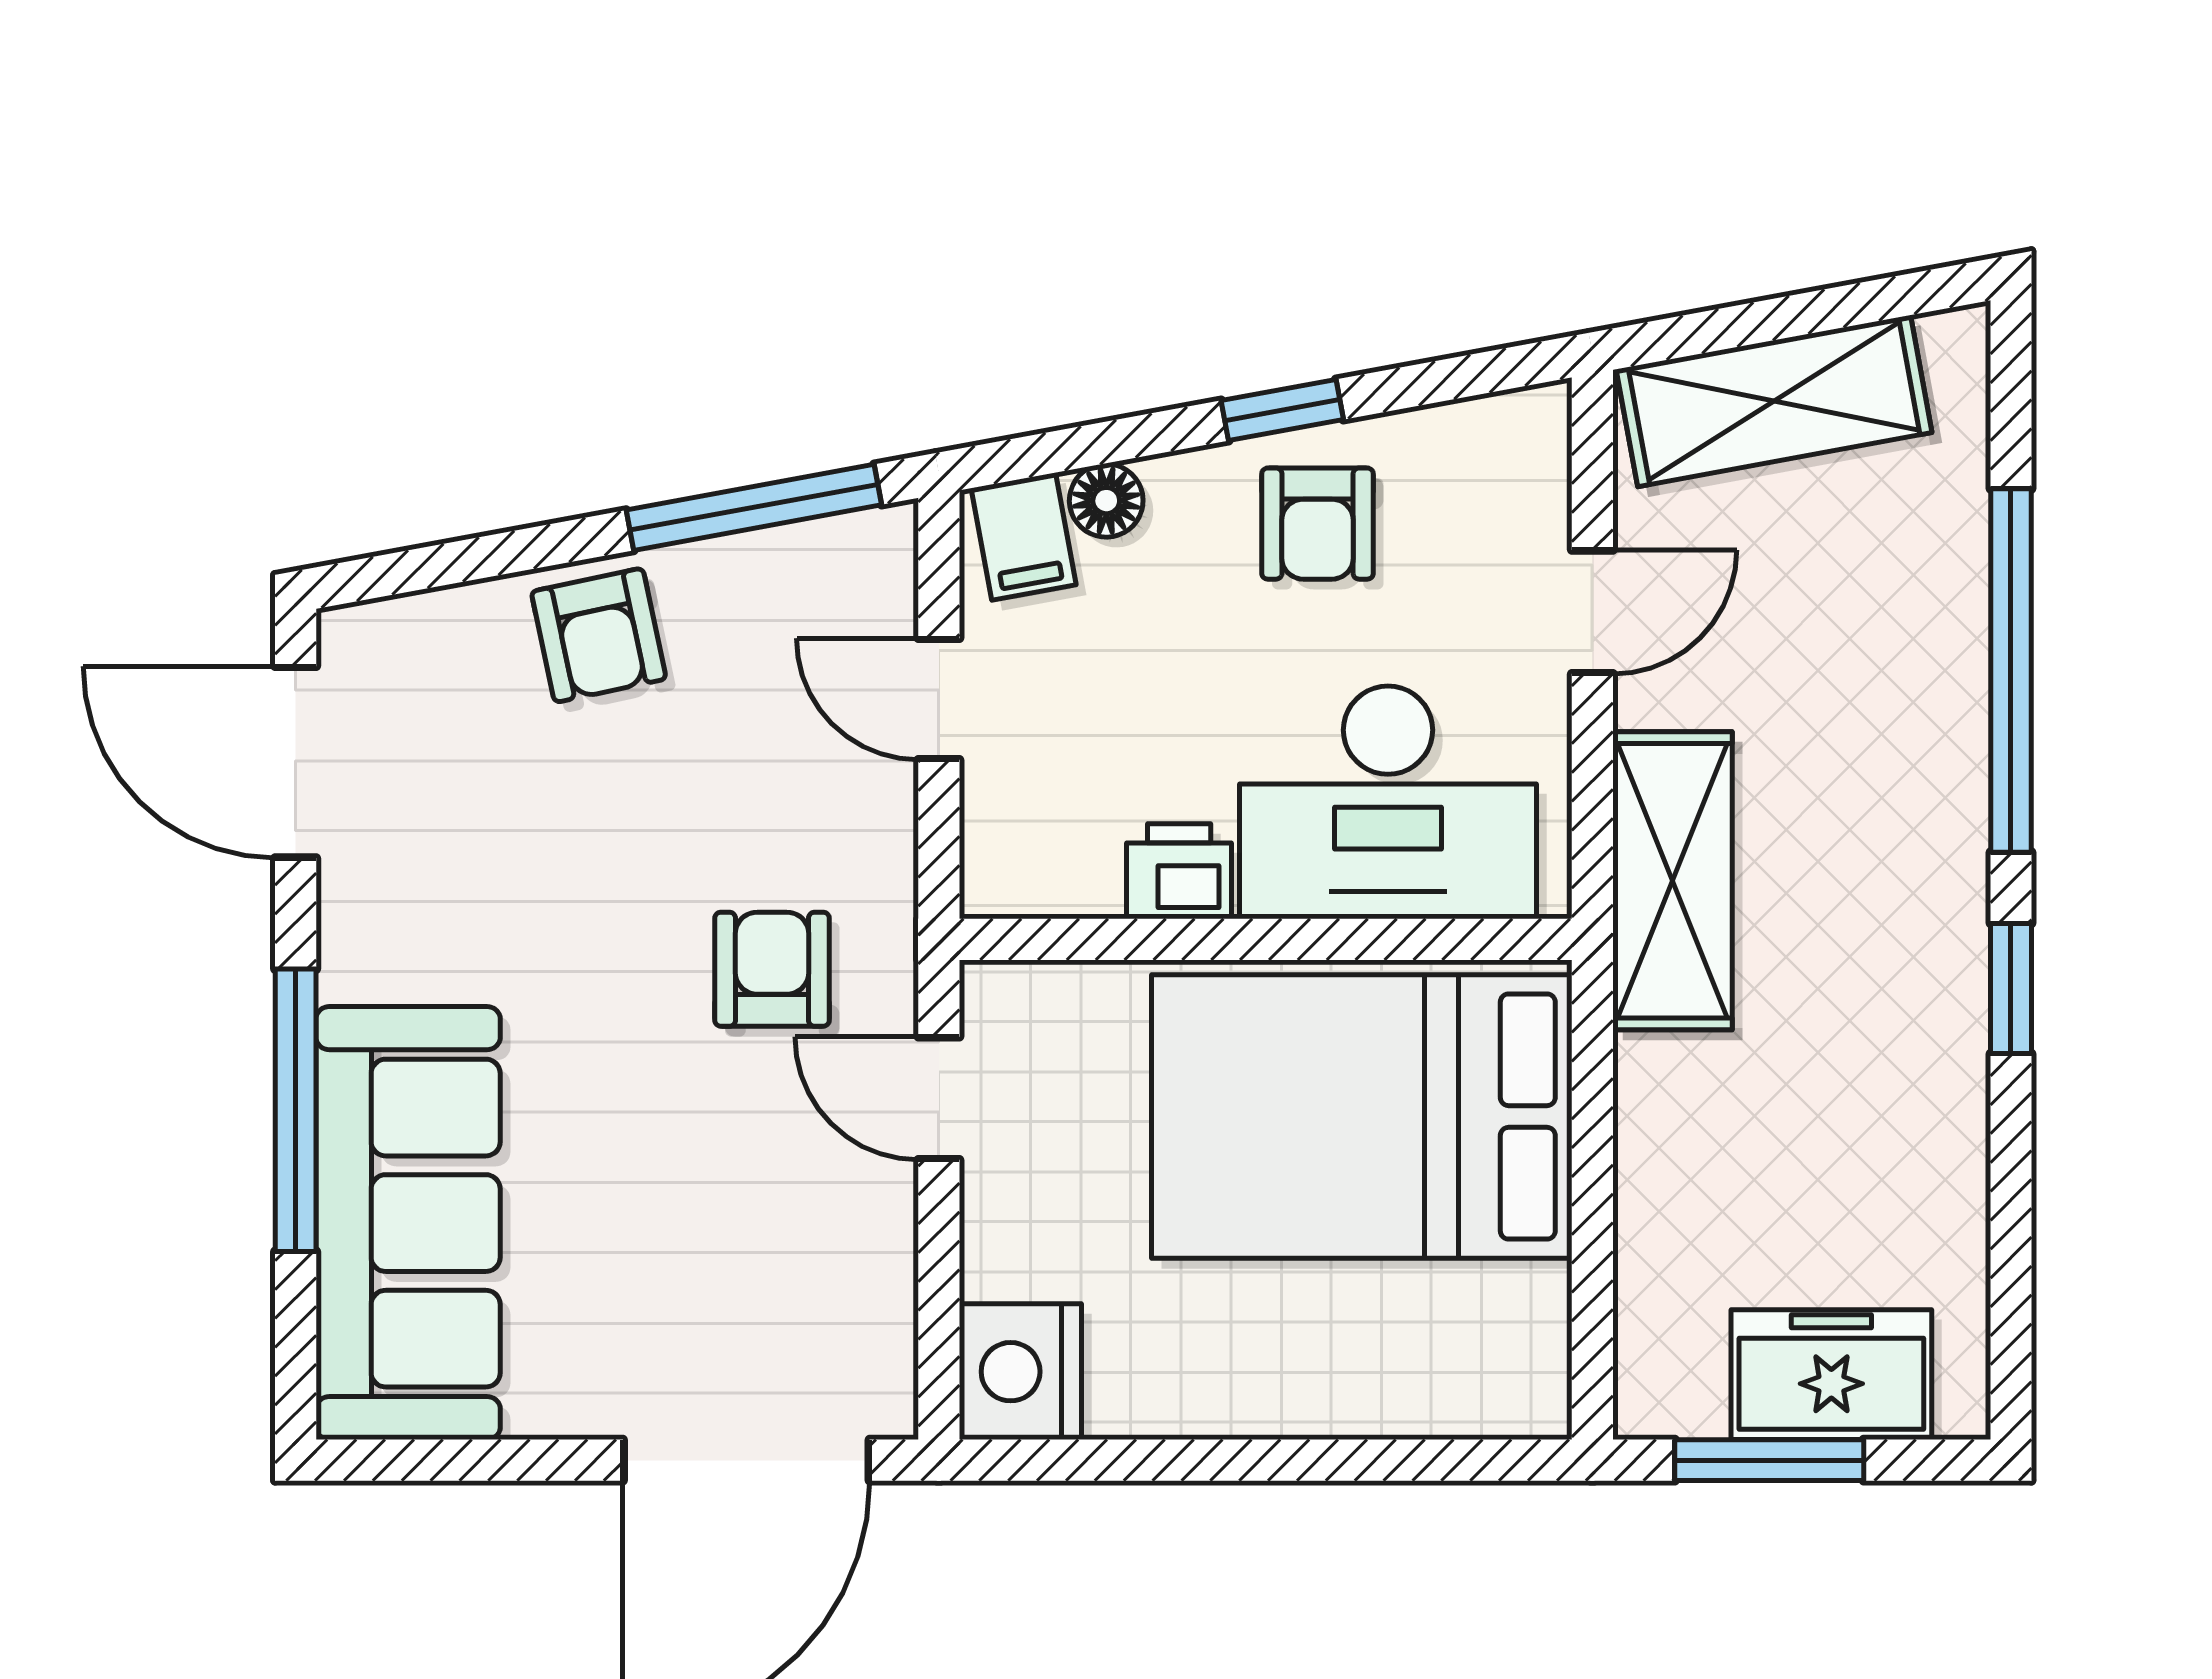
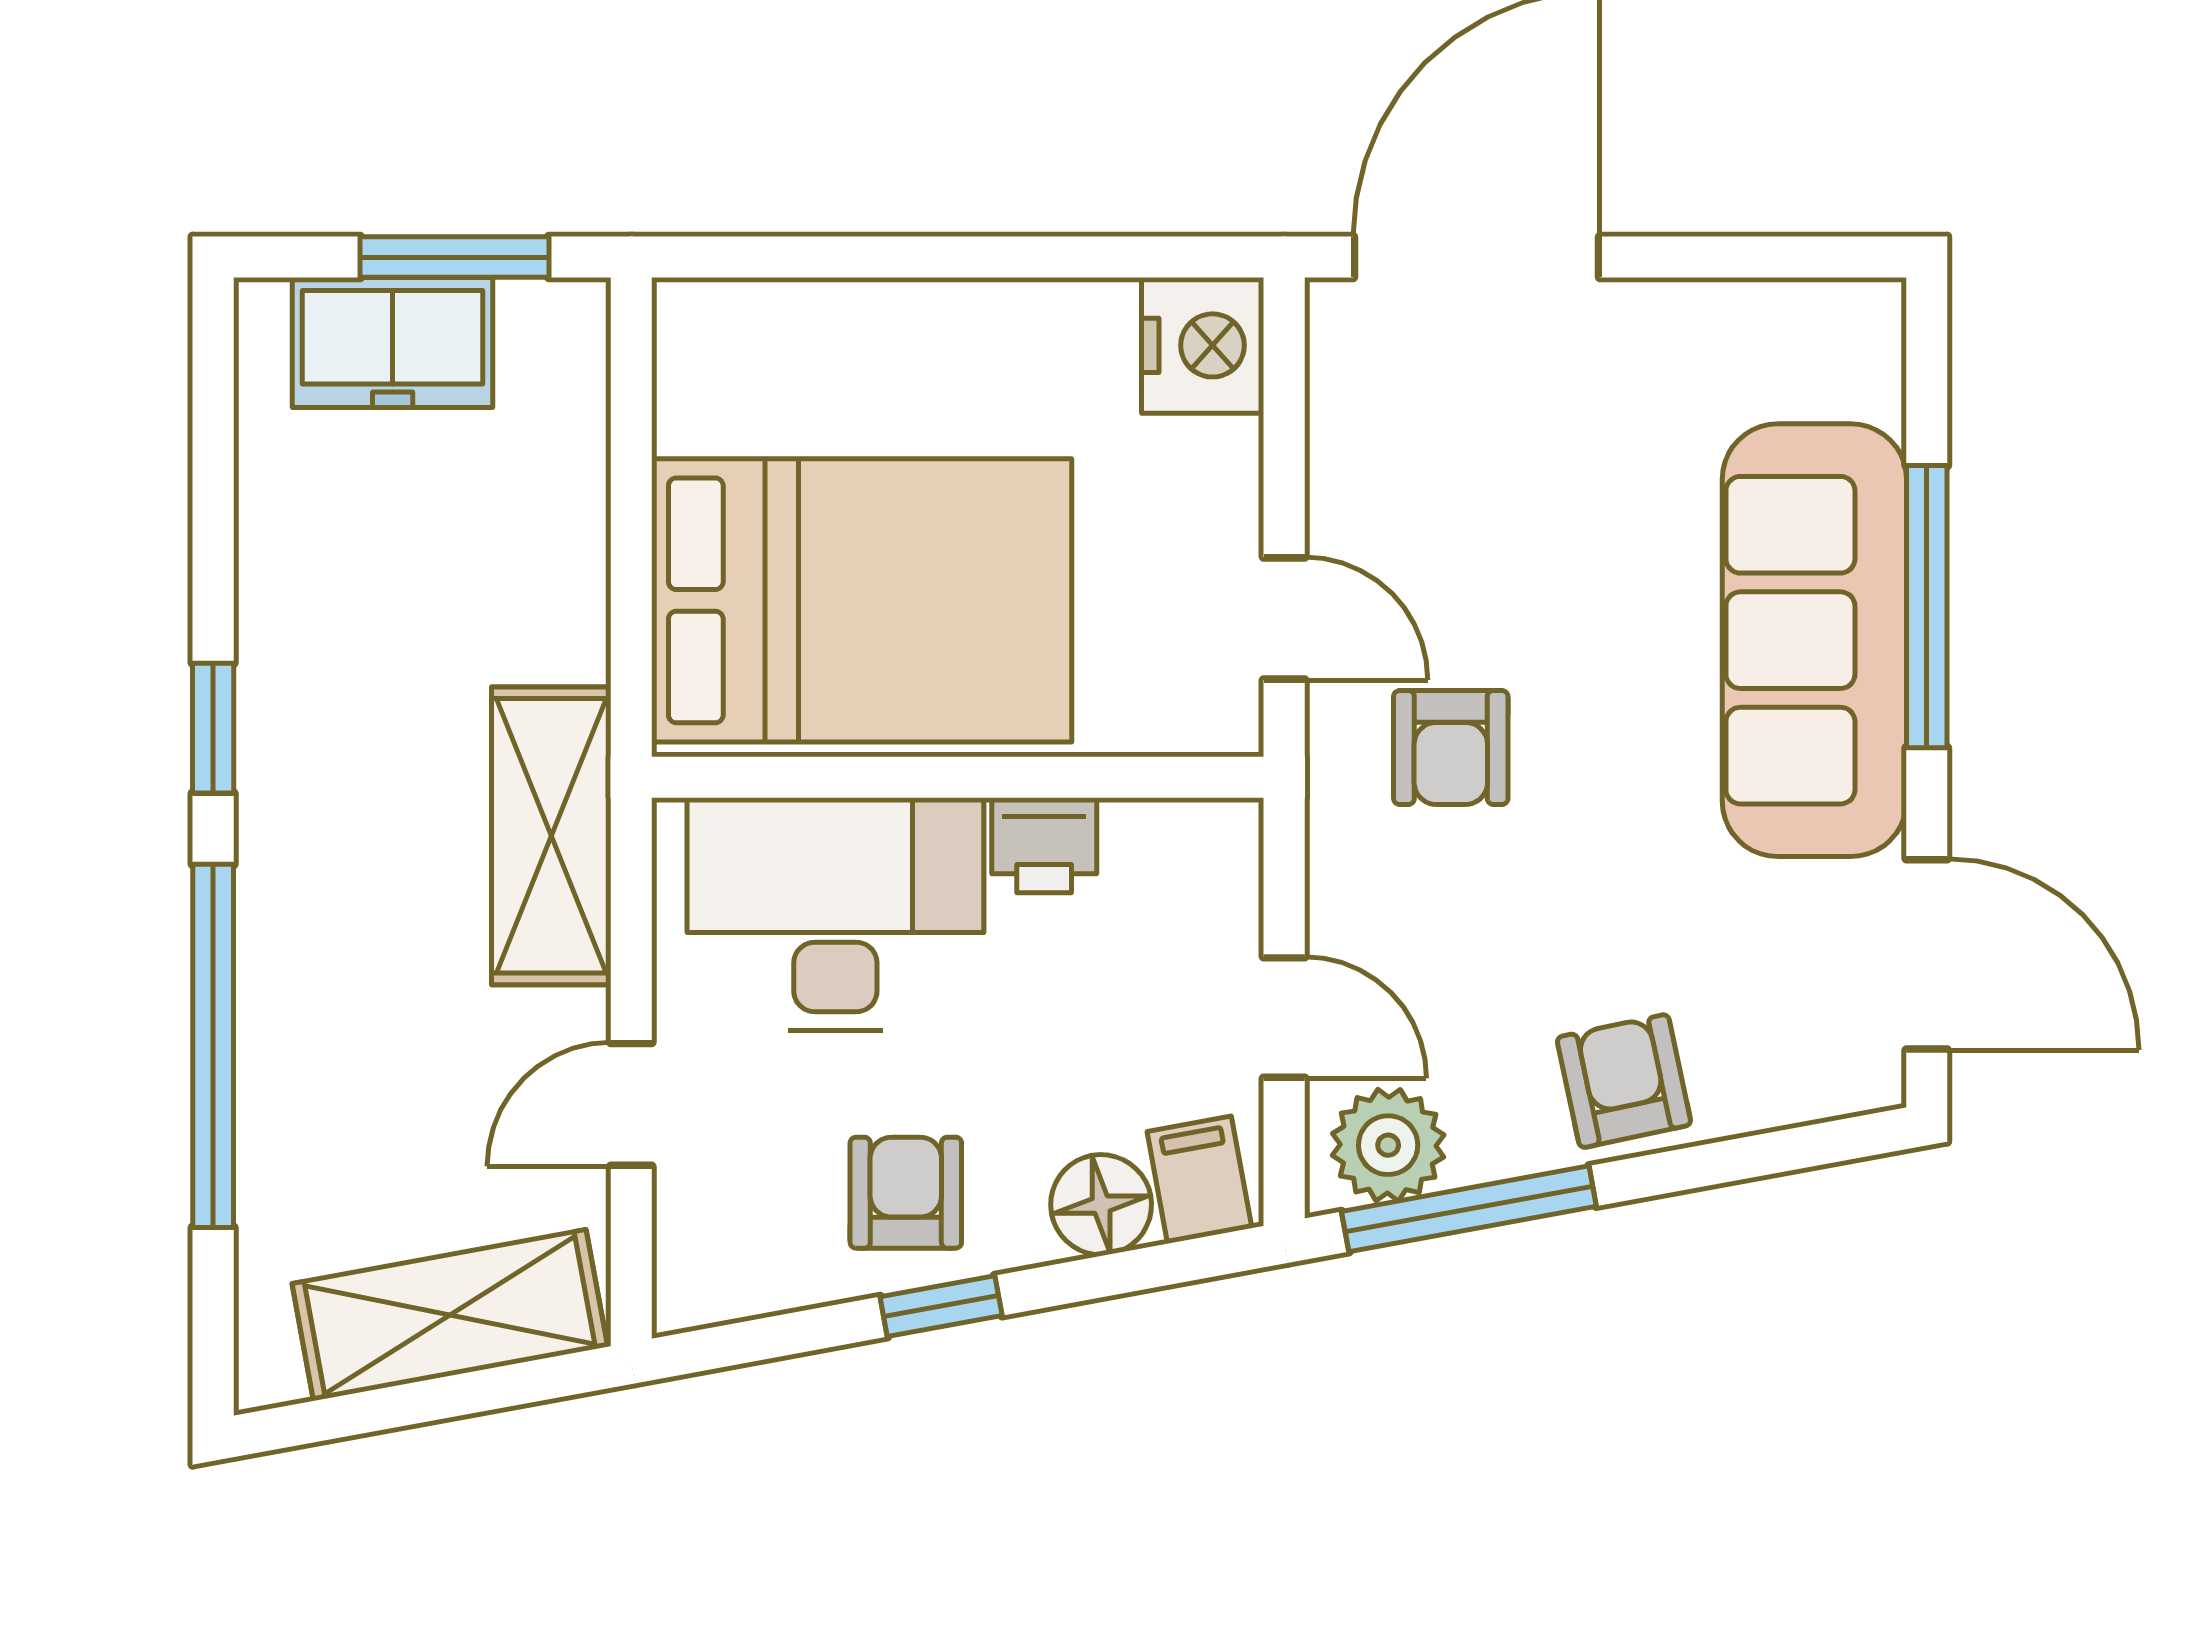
floor lamp: (1106, 501) -> (1101, 1205), width x1.37, depth x1.37
plant: (835, 571) -> (1388, 1145), added
sofa: (408, 1223) -> (1814, 640), moved

